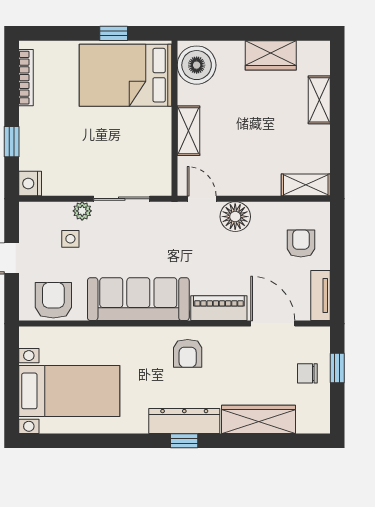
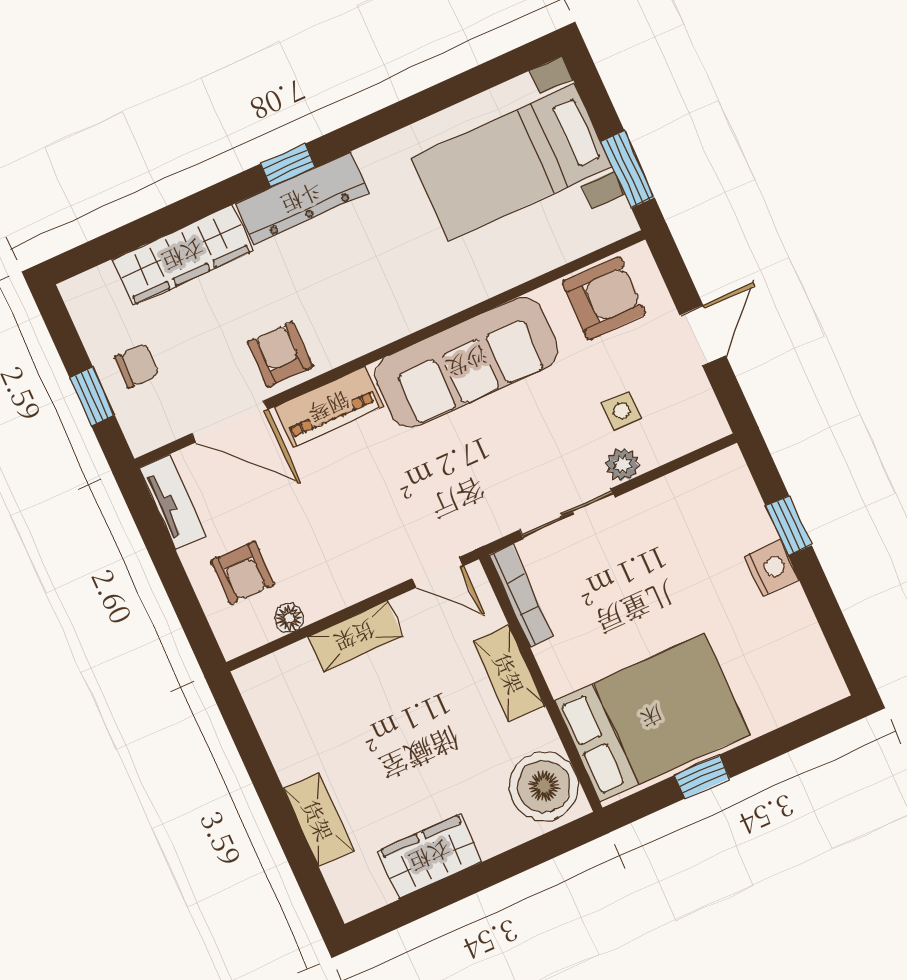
bookcase: (26, 78) -> (521, 596), moved, turned 180
nightstand: (30, 184) -> (771, 568), moved
shelving: (306, 185) -> (355, 636), moved
floor lamp: (235, 217) -> (289, 618), moved, width x0.53, depth x0.53
armchair: (53, 300) -> (604, 298), turned -90
armchair: (188, 353) -> (280, 354), moved
window: (12, 360) -> (628, 170), added

